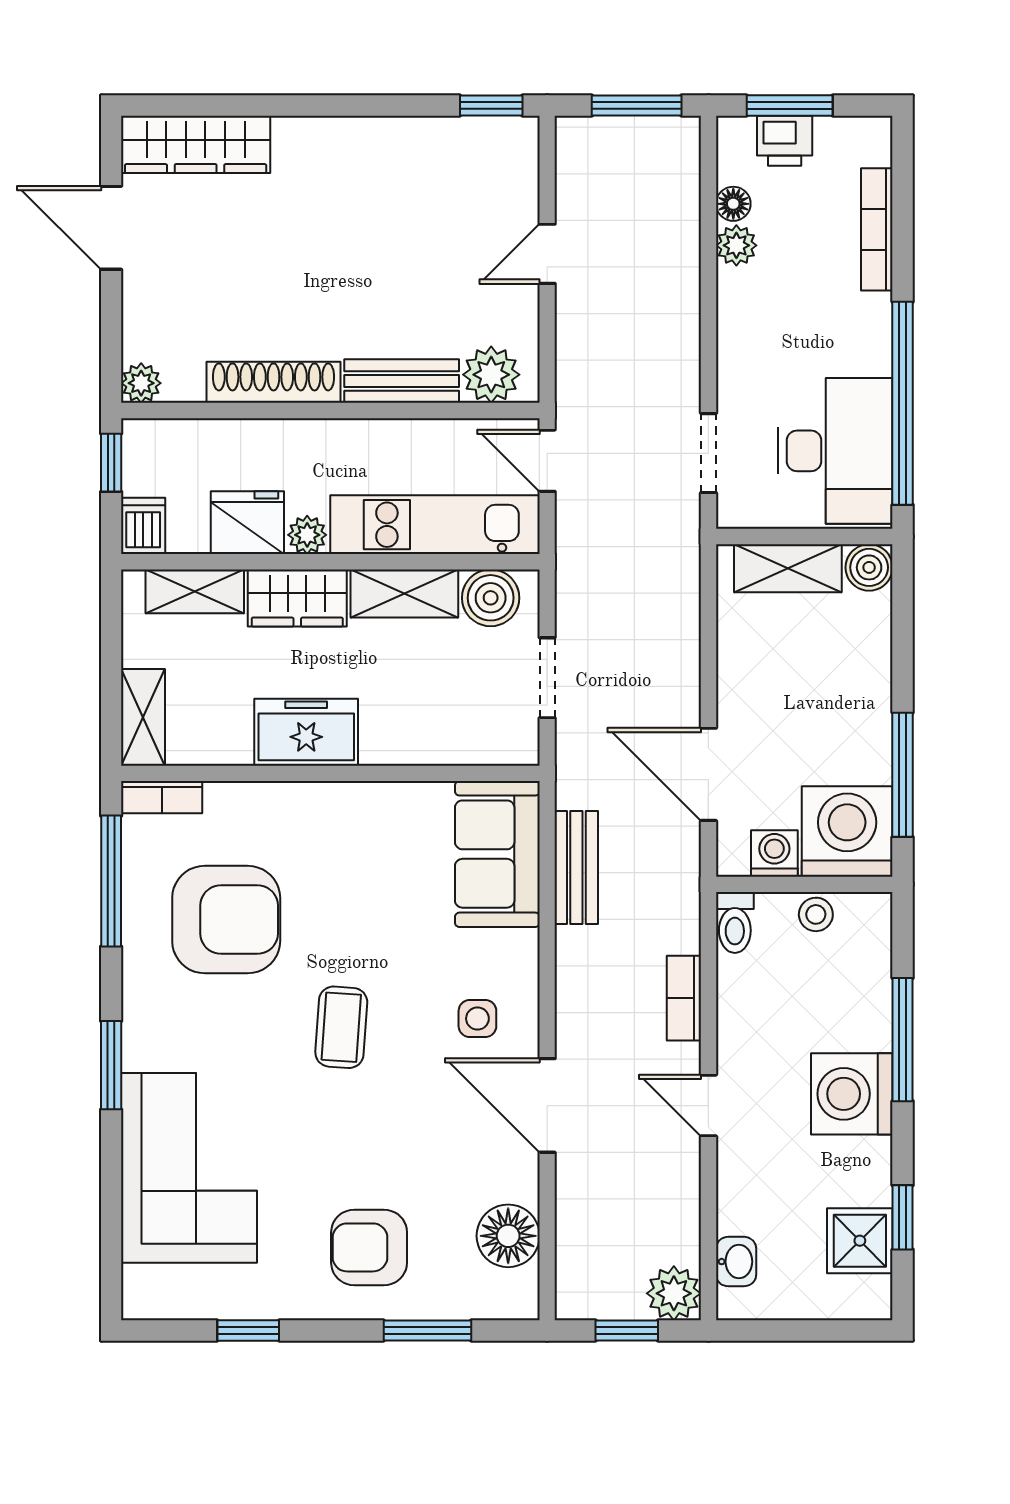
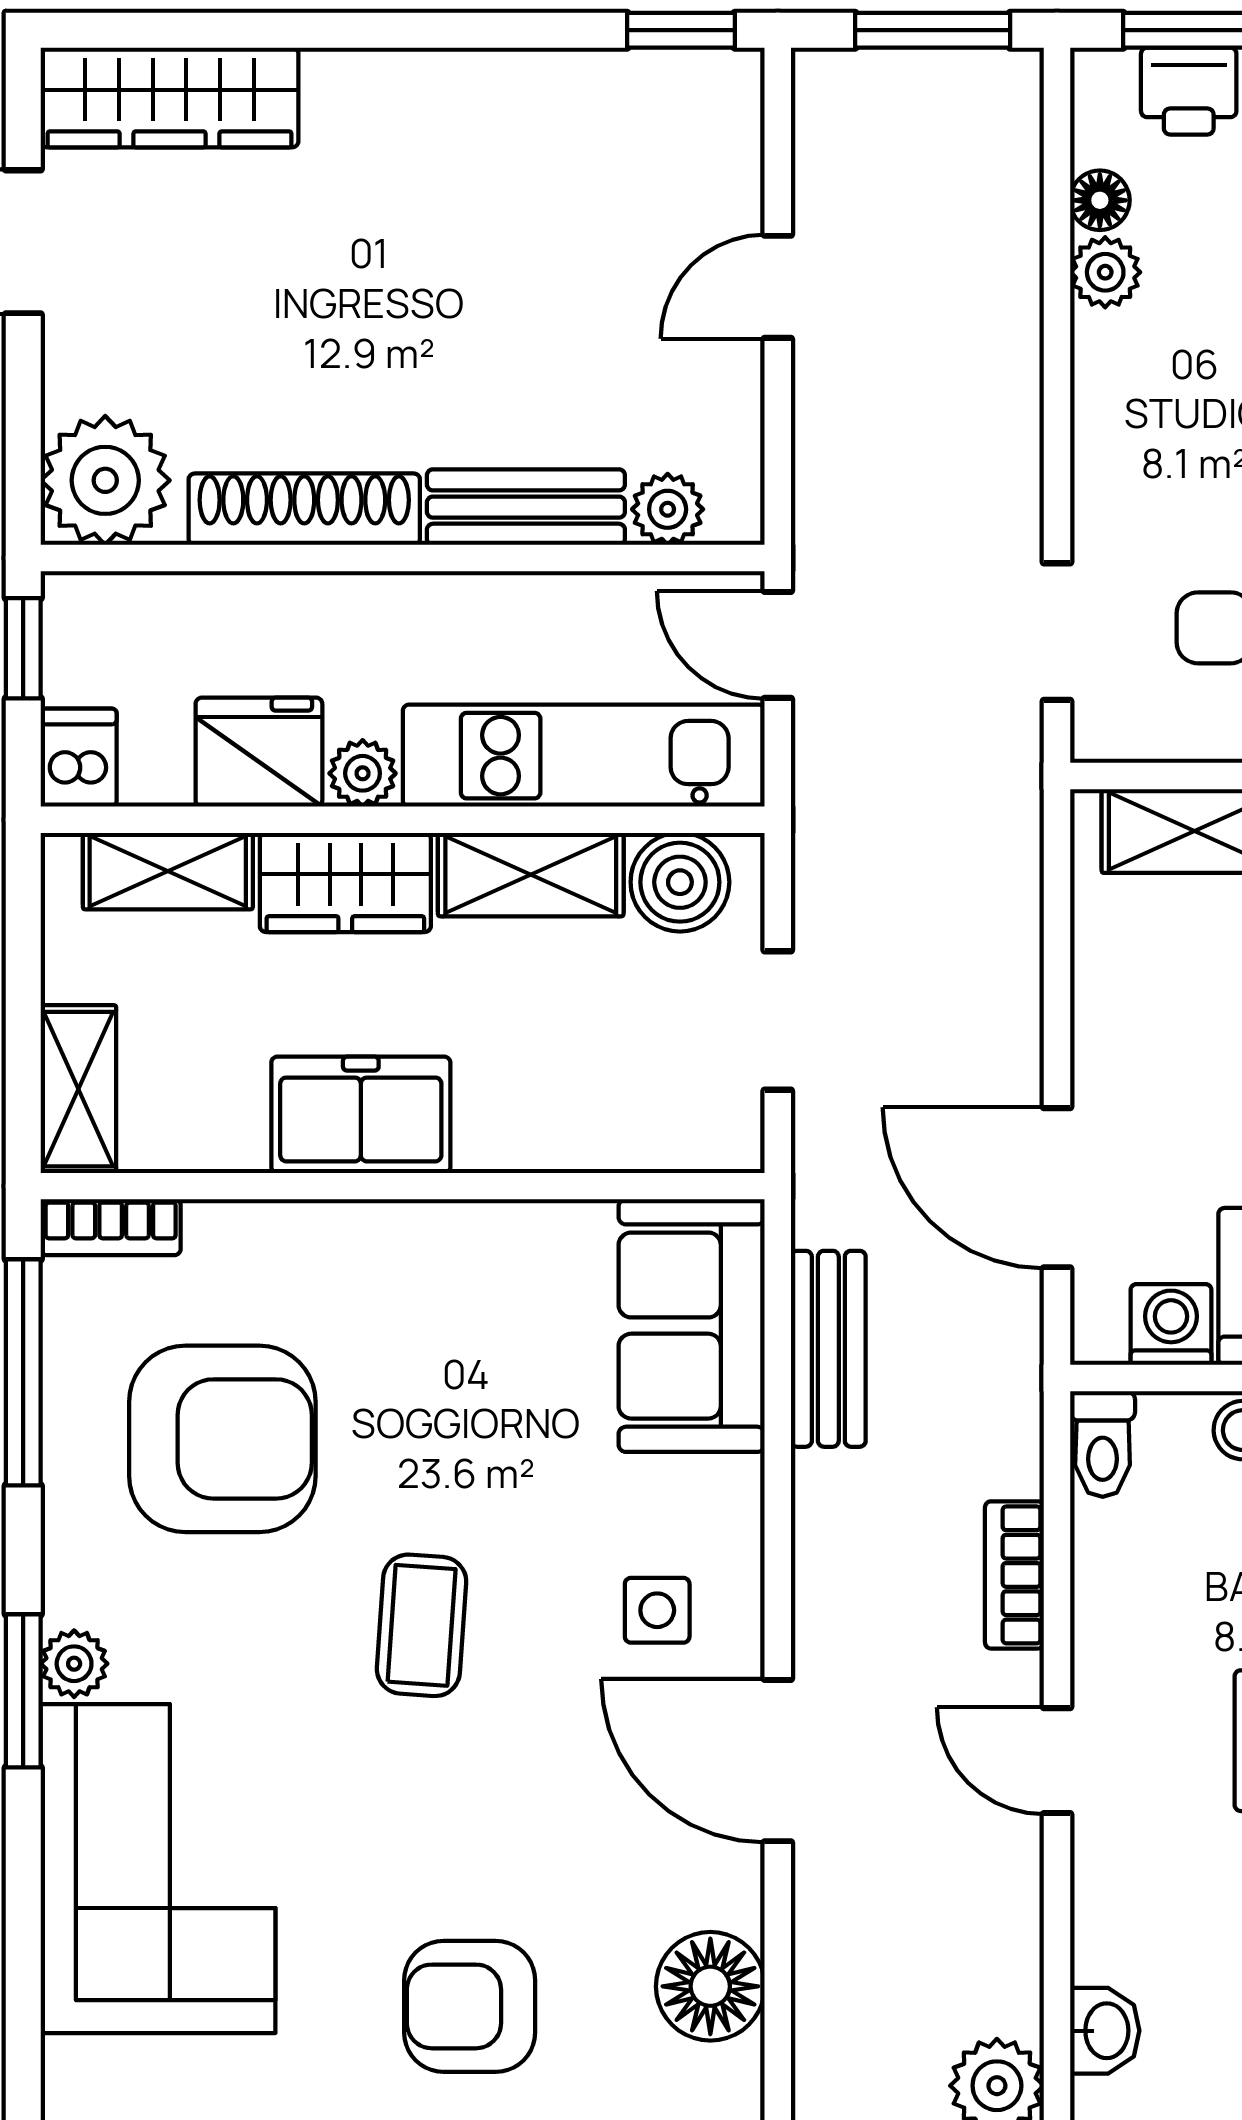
plant: (491, 375) -> (668, 509), width x0.73, depth x0.73
plant: (141, 383) -> (105, 480), width x1.87, depth x1.87
plant: (141, 1049) -> (74, 1664), added

